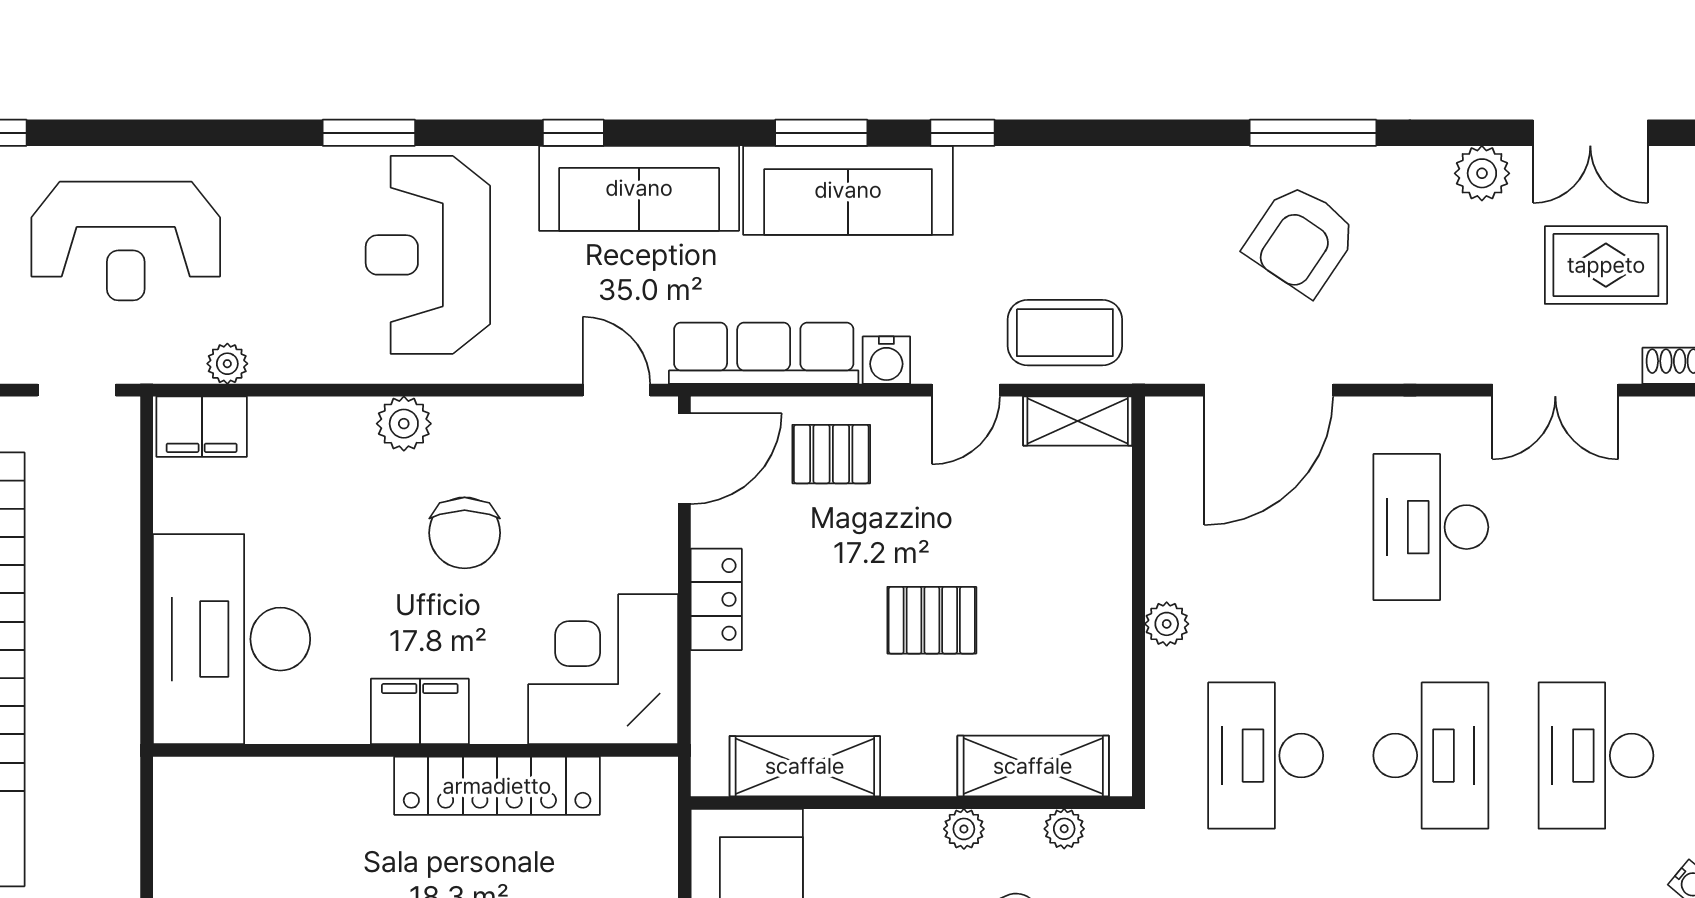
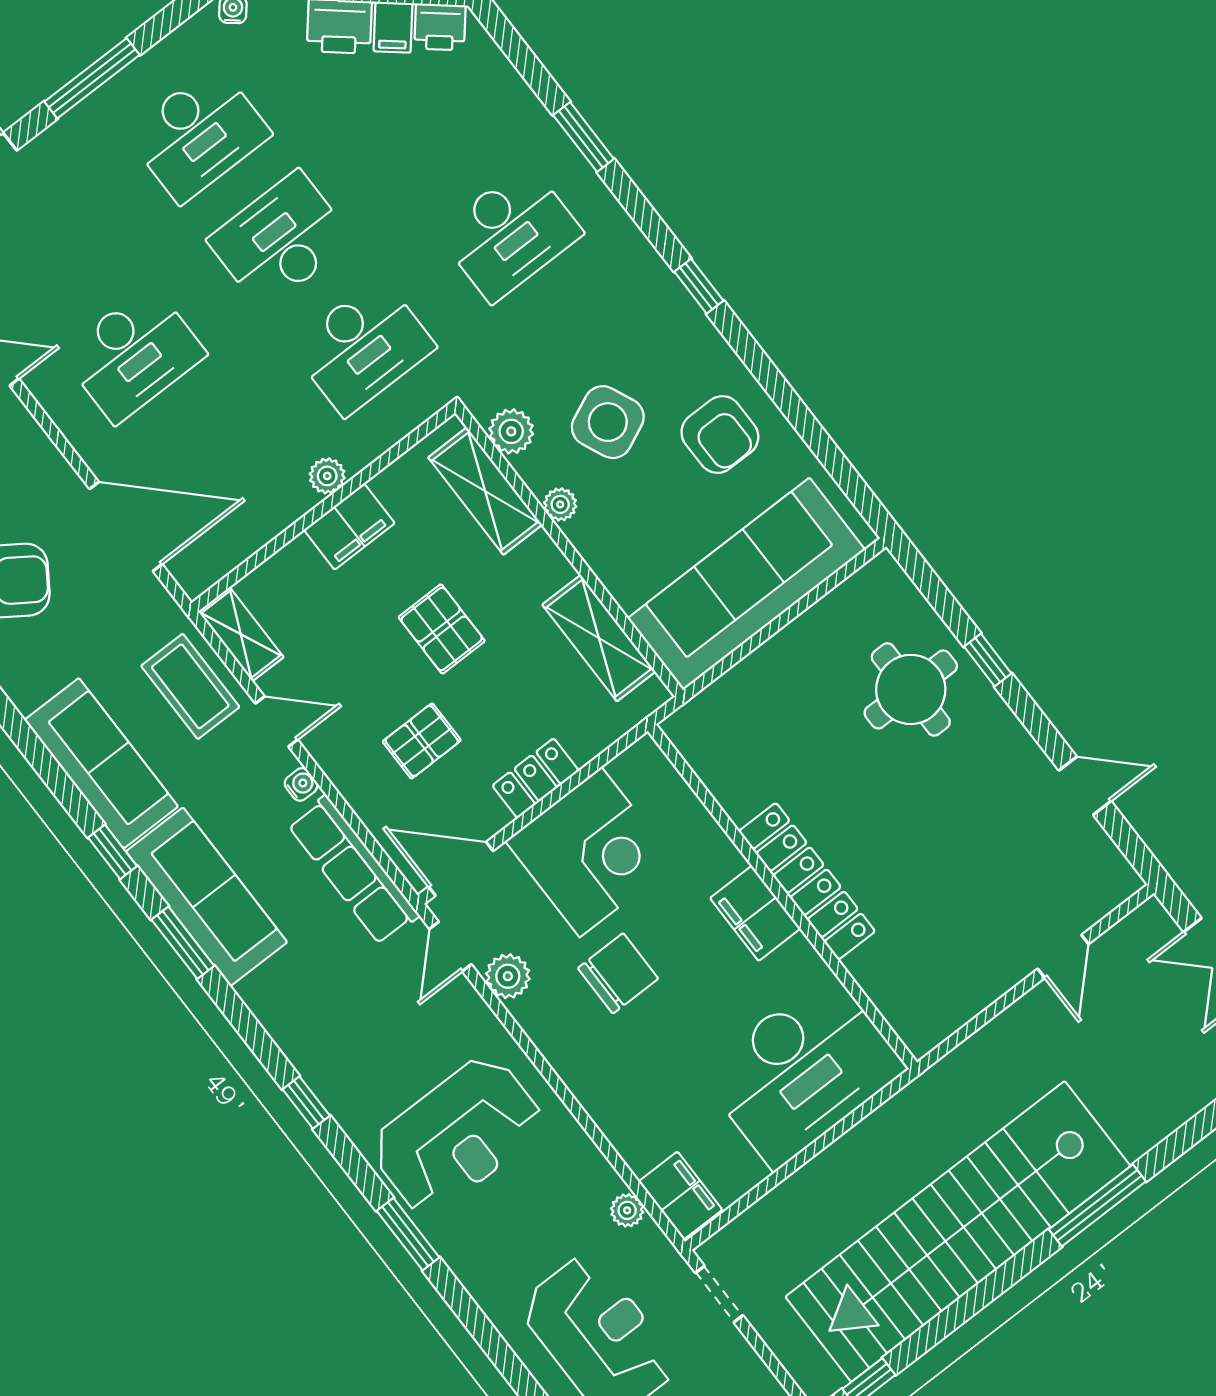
sofa: (639, 188) -> (101, 763), moved
water cooler: (886, 360) -> (301, 784), width x0.72, depth x0.72
plant: (404, 424) -> (508, 976), moved
pallet: (831, 454) -> (422, 741), moved, turned 90
filing cabinet: (1101, 607) -> (349, 526), added
corner desk: (603, 669) -> (590, 852), moved, turned -90
locker: (497, 786) -> (807, 881), moved
plant: (1064, 829) -> (511, 431), width x1.38, depth x1.38

